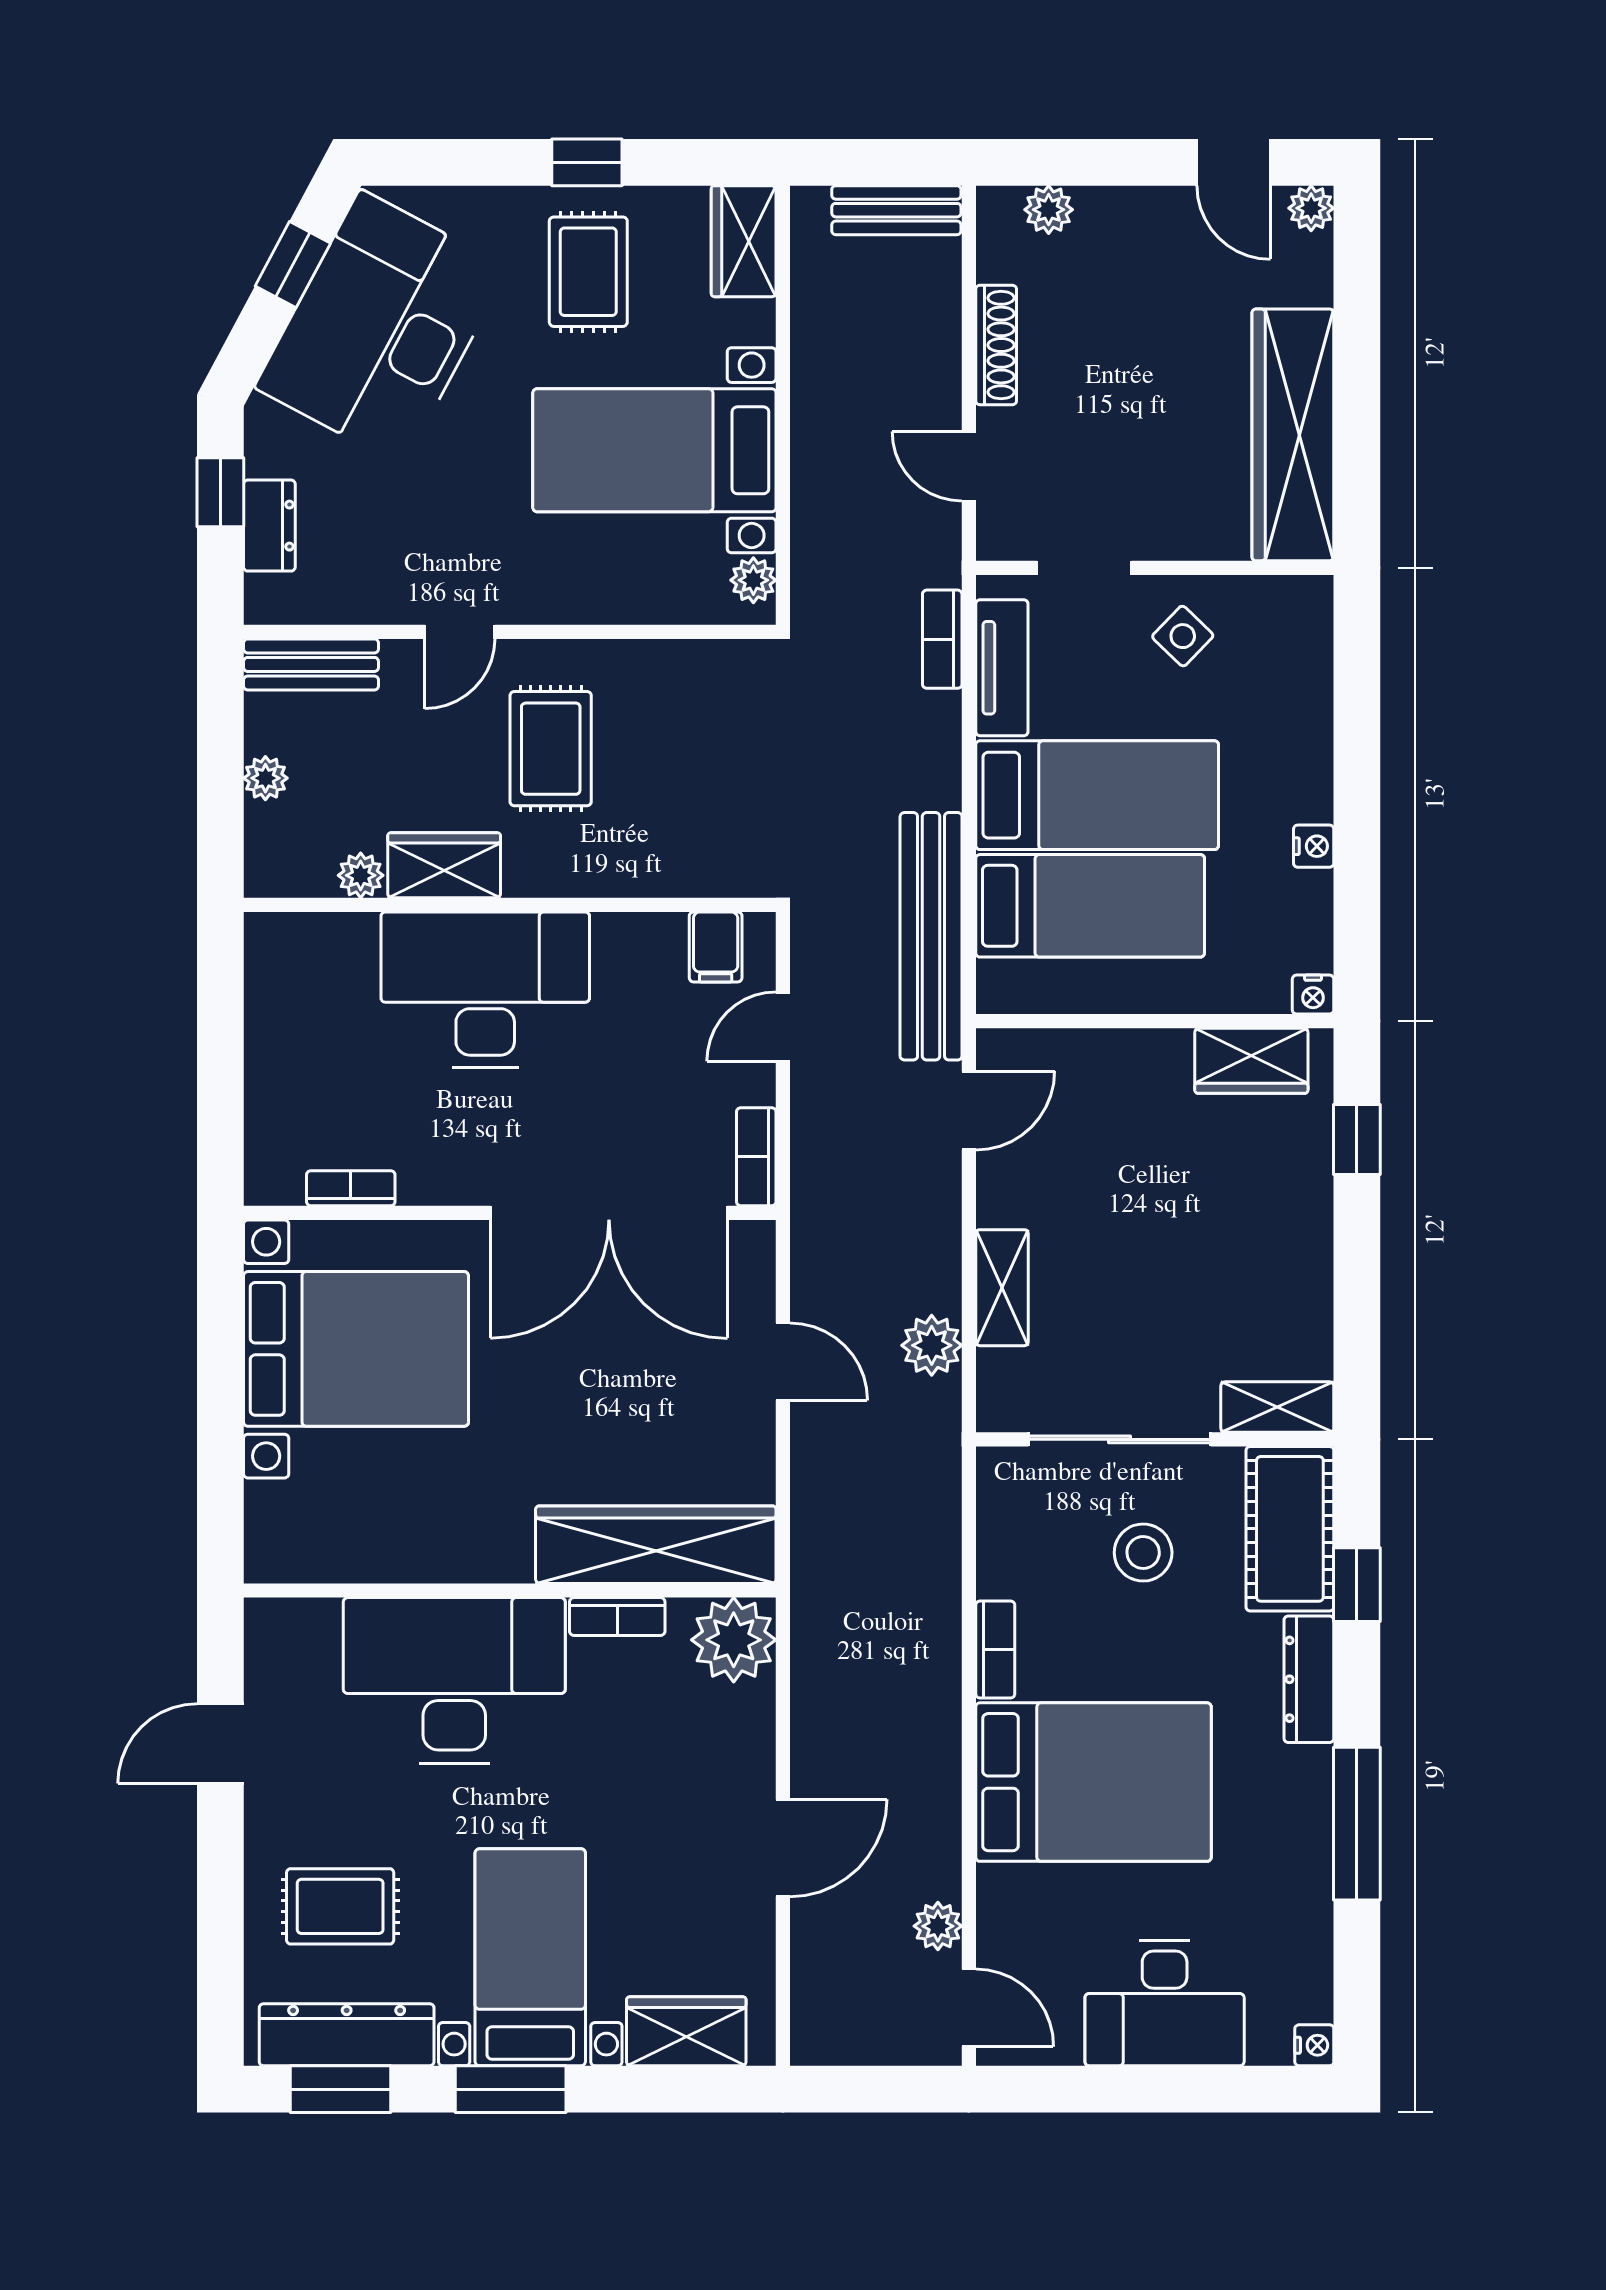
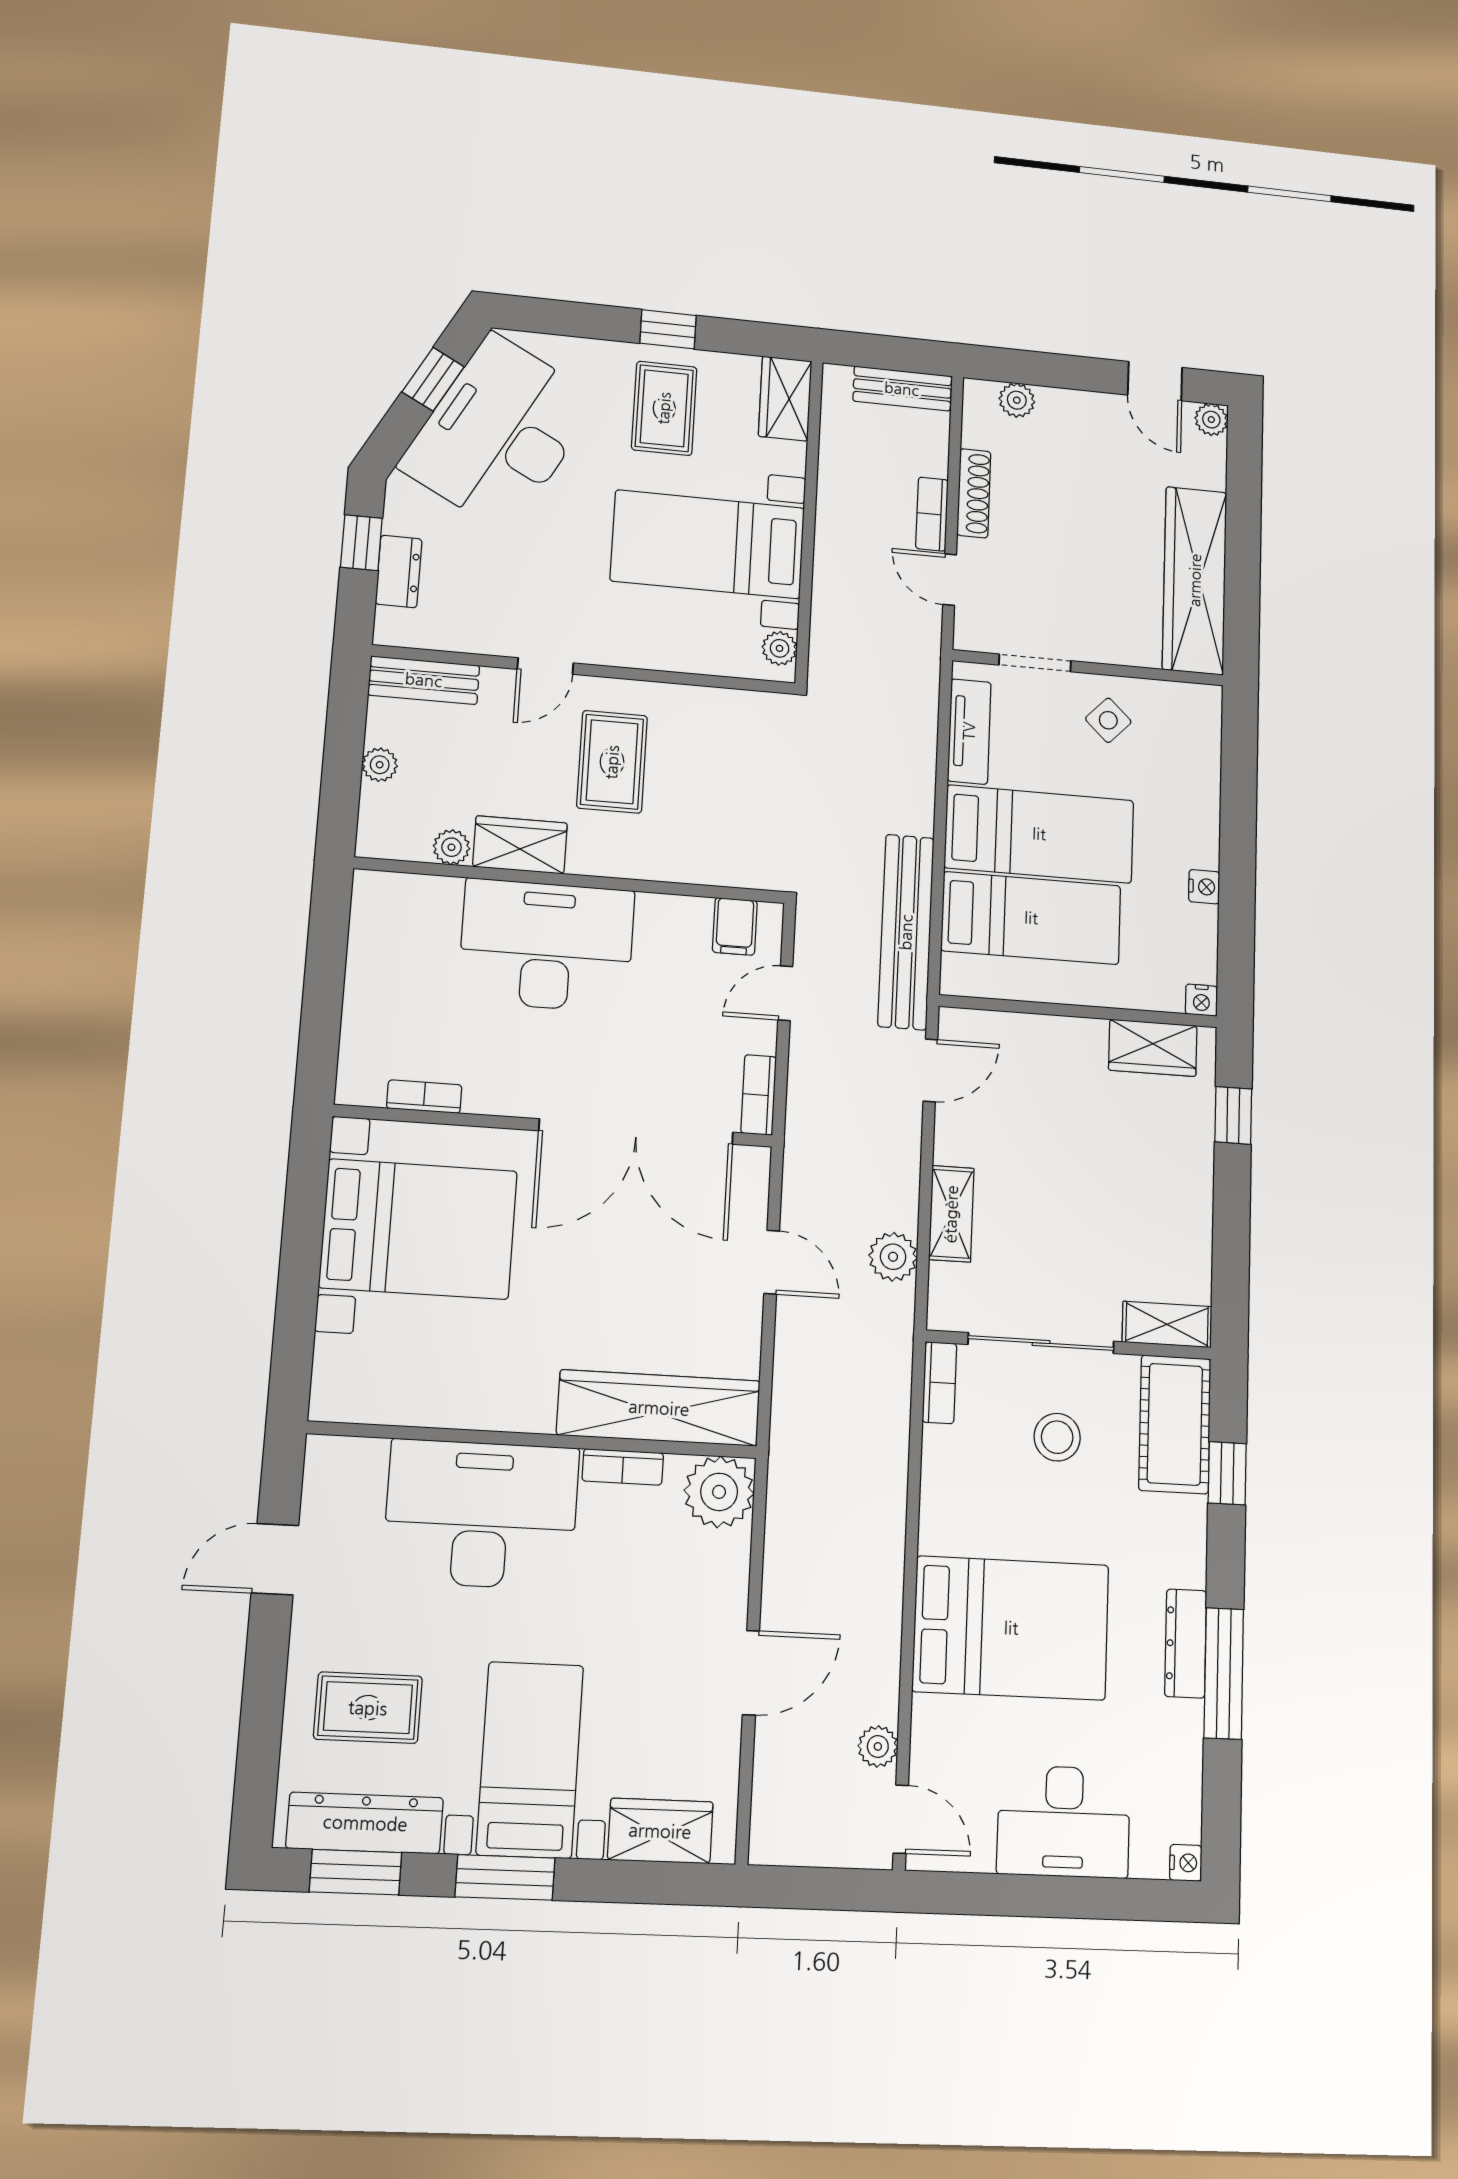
bookcase: (942, 639) -> (932, 514), moved
bookcase: (995, 1649) -> (939, 1383), moved
dresser: (1309, 1679) -> (1186, 1643), moved

